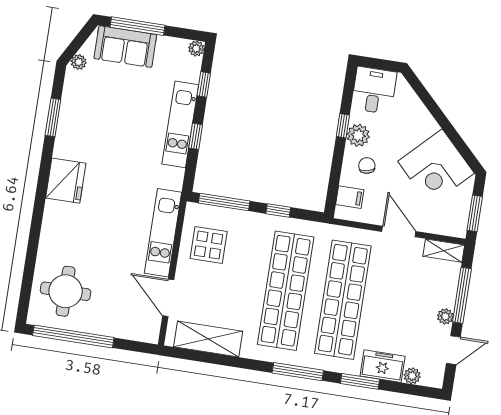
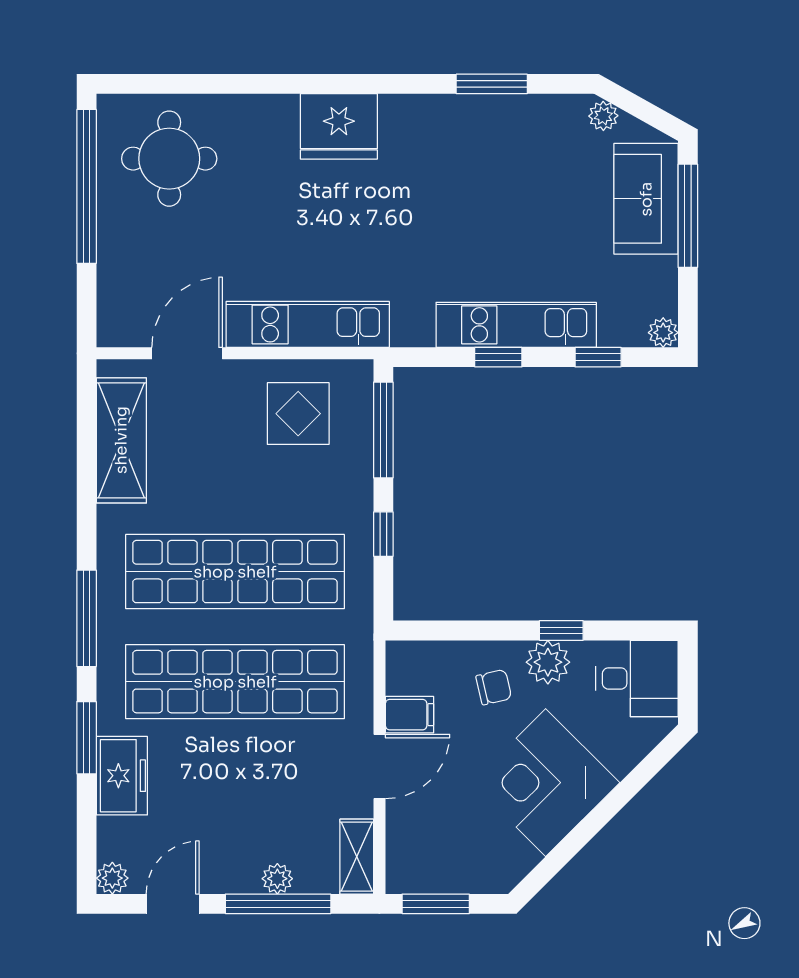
corner desk: (436, 167) -> (546, 783), moved
fridge: (66, 181) -> (339, 126), moved
filing cabinet: (350, 197) -> (410, 715), moved, turned -90
plant: (445, 316) -> (277, 879), moved
door: (453, 350) -> (173, 904), swing flipped
plant: (412, 376) -> (112, 878), moved

